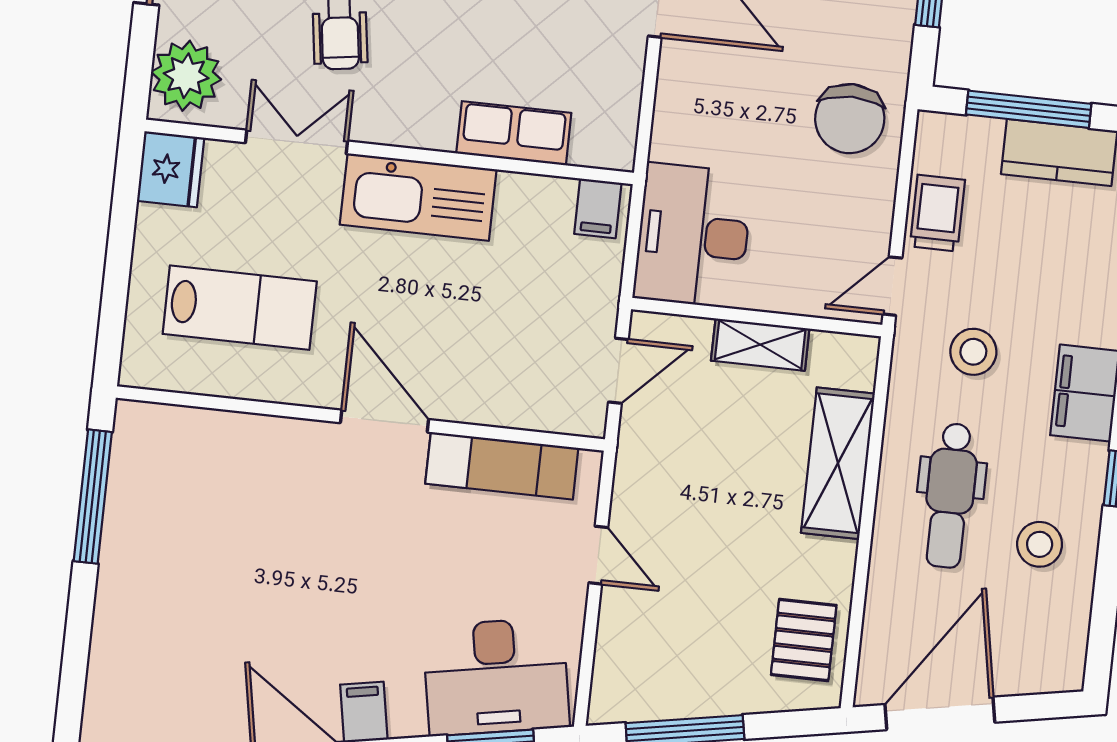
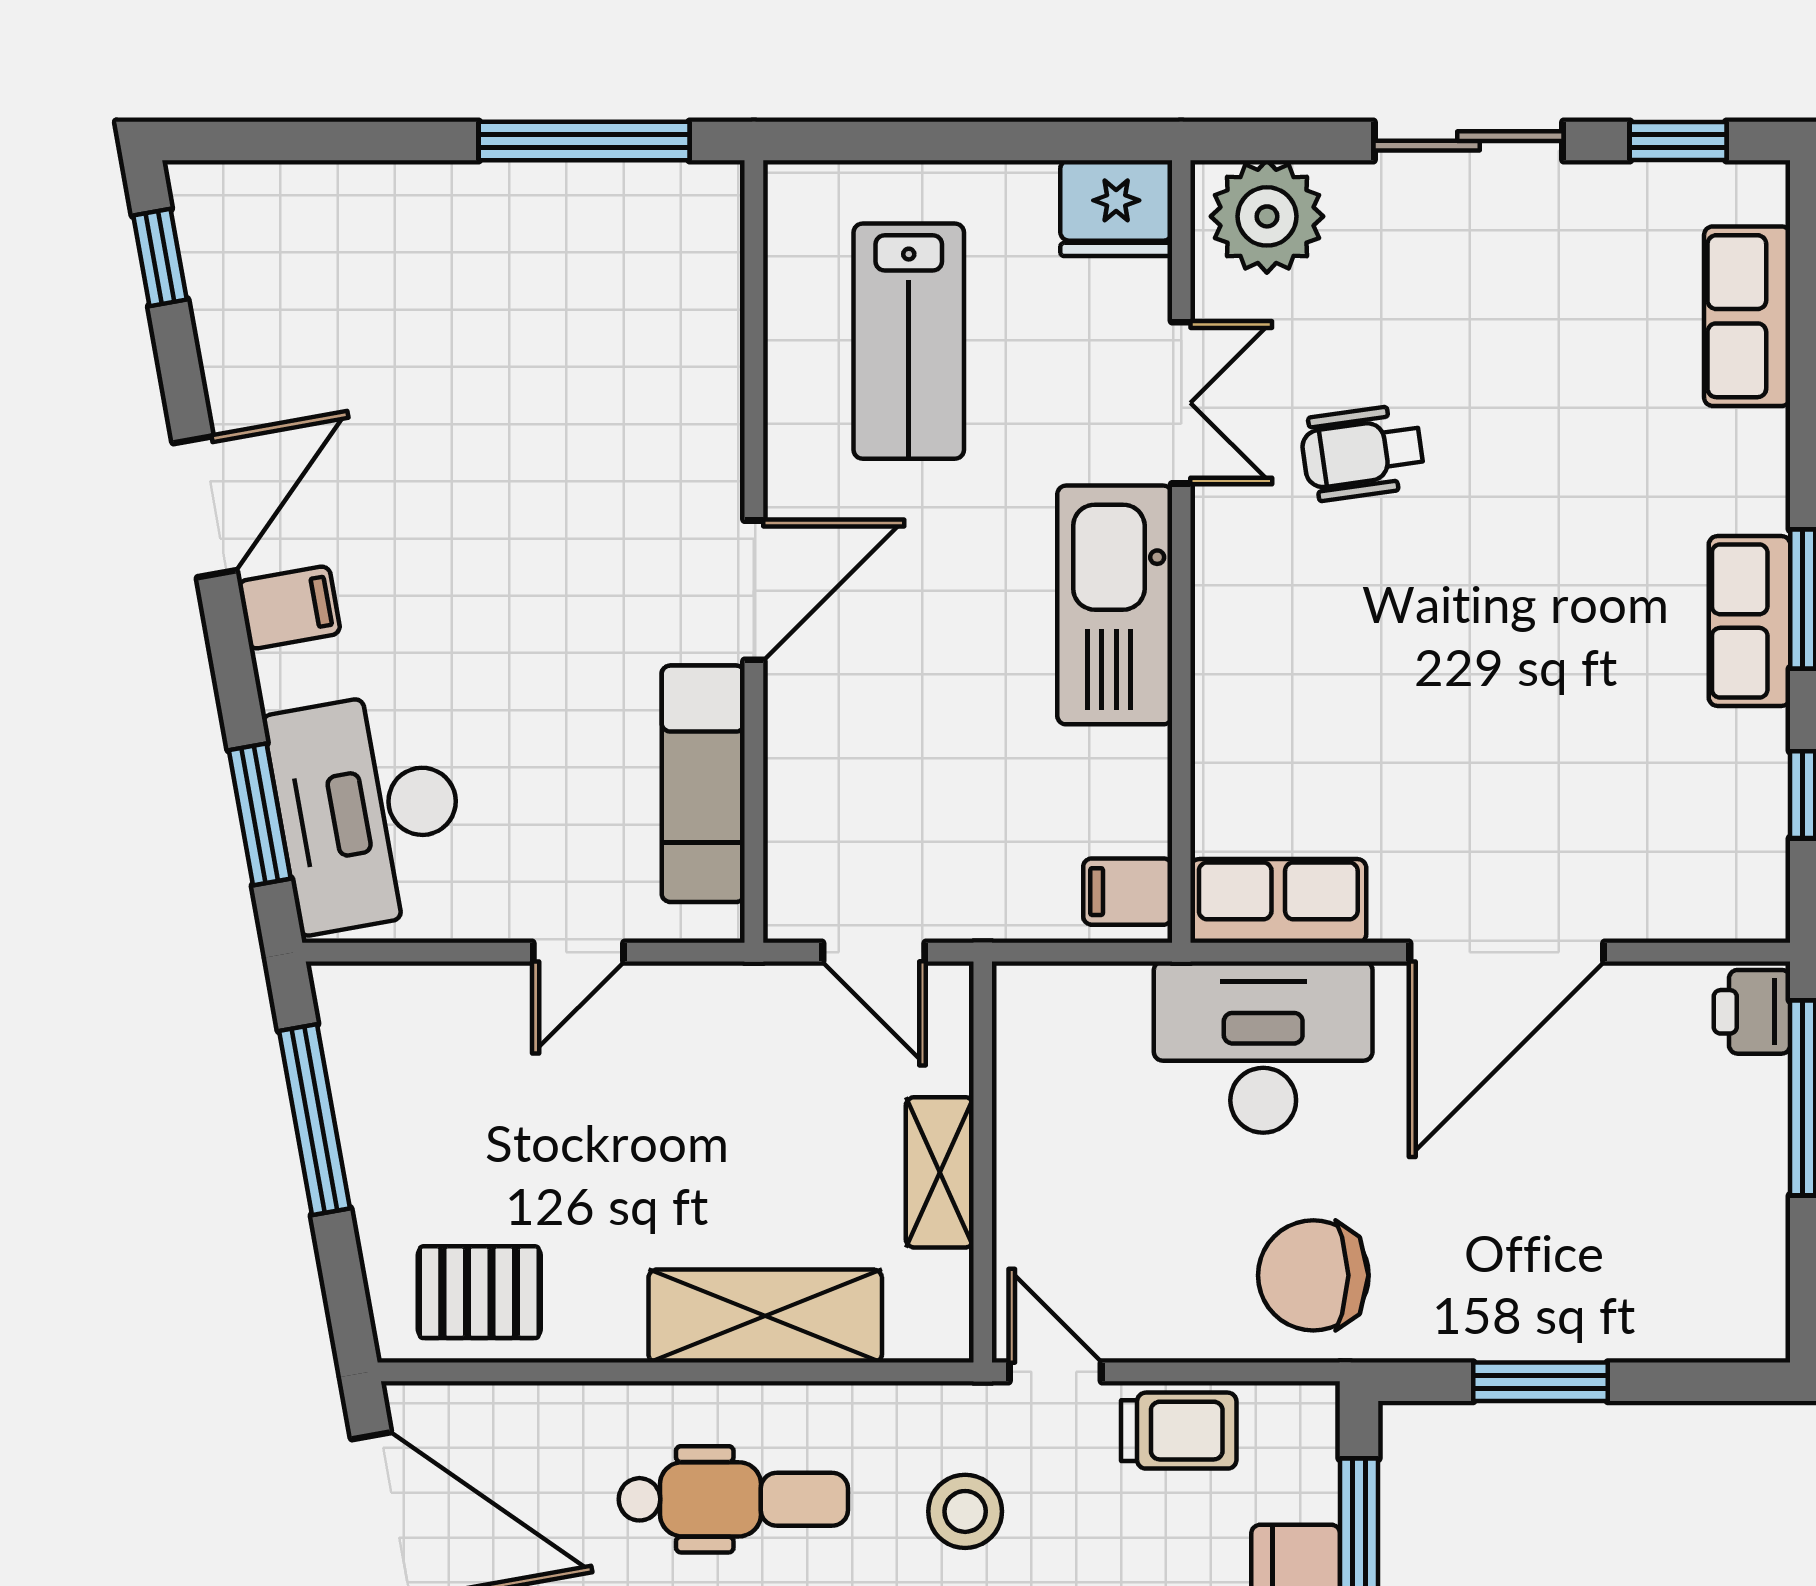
row of seats: (514, 133) -> (1278, 901), moved, turned -90
desk: (693, 235) -> (1263, 1047), moved
dental chair: (950, 495) -> (733, 1499), turned 180

